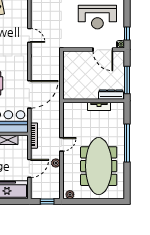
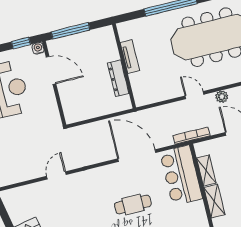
door: (103, 50) -> (51, 70), hinge flipped
window: (127, 80) -> (71, 31), moved
dresser: (111, 95) -> (118, 78), moved

